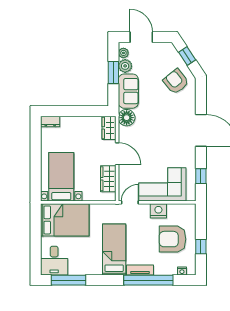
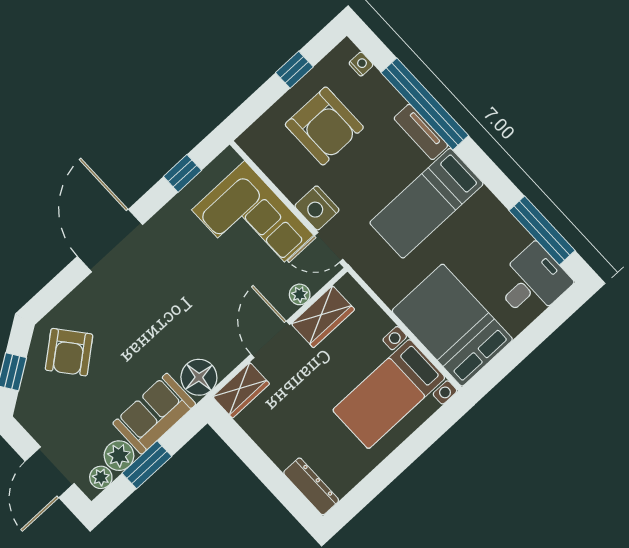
dresser: (50, 121) -> (311, 486), width x1.44
plant: (123, 178) -> (300, 294), added
nightstand: (158, 211) -> (317, 208), moved

